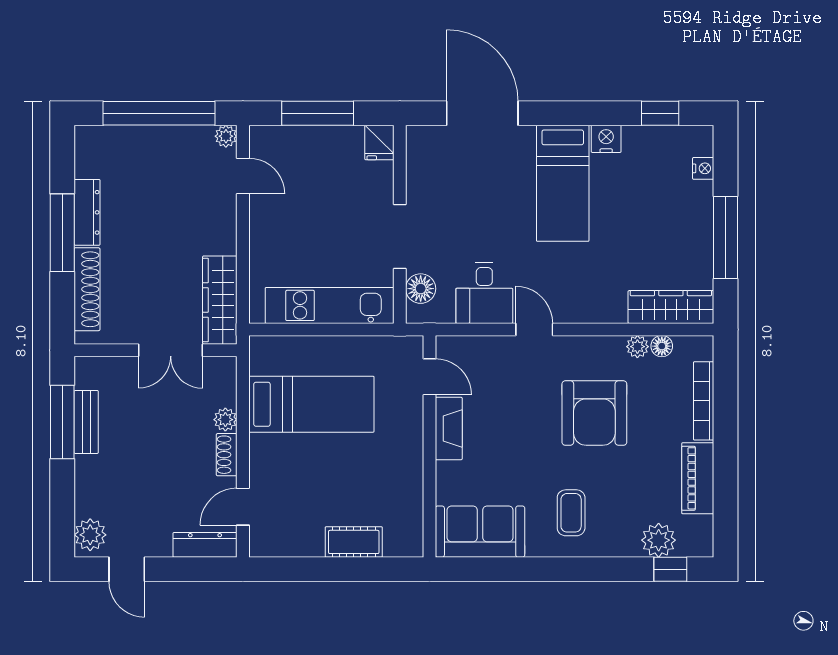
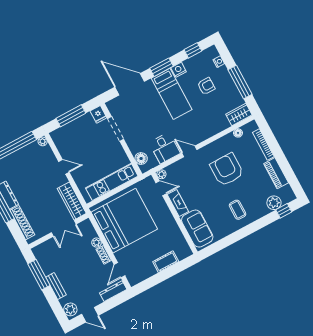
window: (572, 113) -> (162, 67), added
door: (243, 176) -> (64, 167), moved
armchair: (647, 207) -> (206, 86), added
doorway: (400, 237) -> (116, 129), moved
wardrobe: (671, 307) -> (239, 115), width x0.67
plant: (637, 347) -> (161, 174), moved
bed: (311, 404) -> (124, 221), width x2.04
armchair: (594, 413) -> (227, 170), turned 180
bench: (86, 422) -> (56, 286), moved
sofa: (480, 532) -> (197, 229), moved, turned 90

